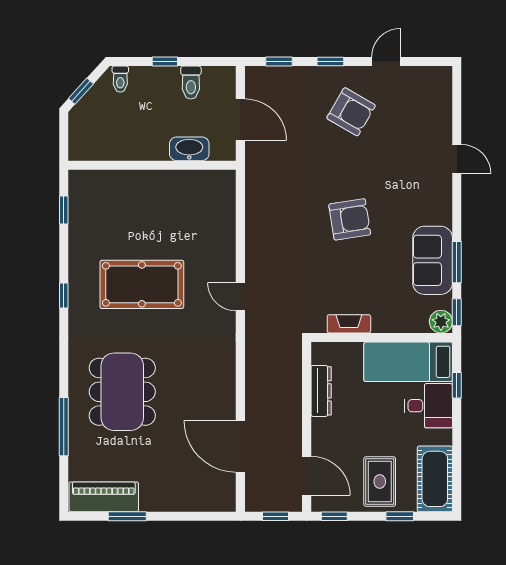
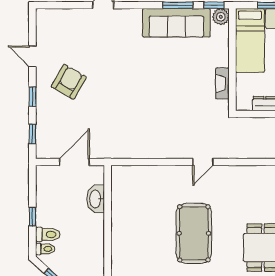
toilet: (191, 83) -> (48, 234), moved
armchair: (350, 219) -> (147, 83), removed
sofa: (433, 260) -> (176, 23), width x1.36

